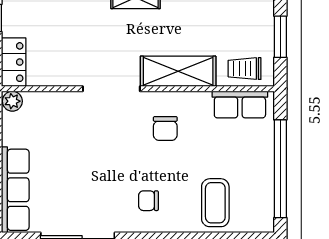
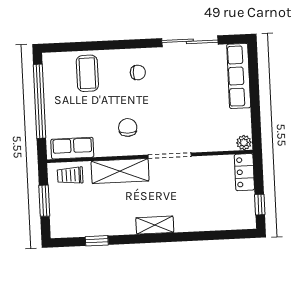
trolley: (245, 69) -> (70, 175), turned 180

